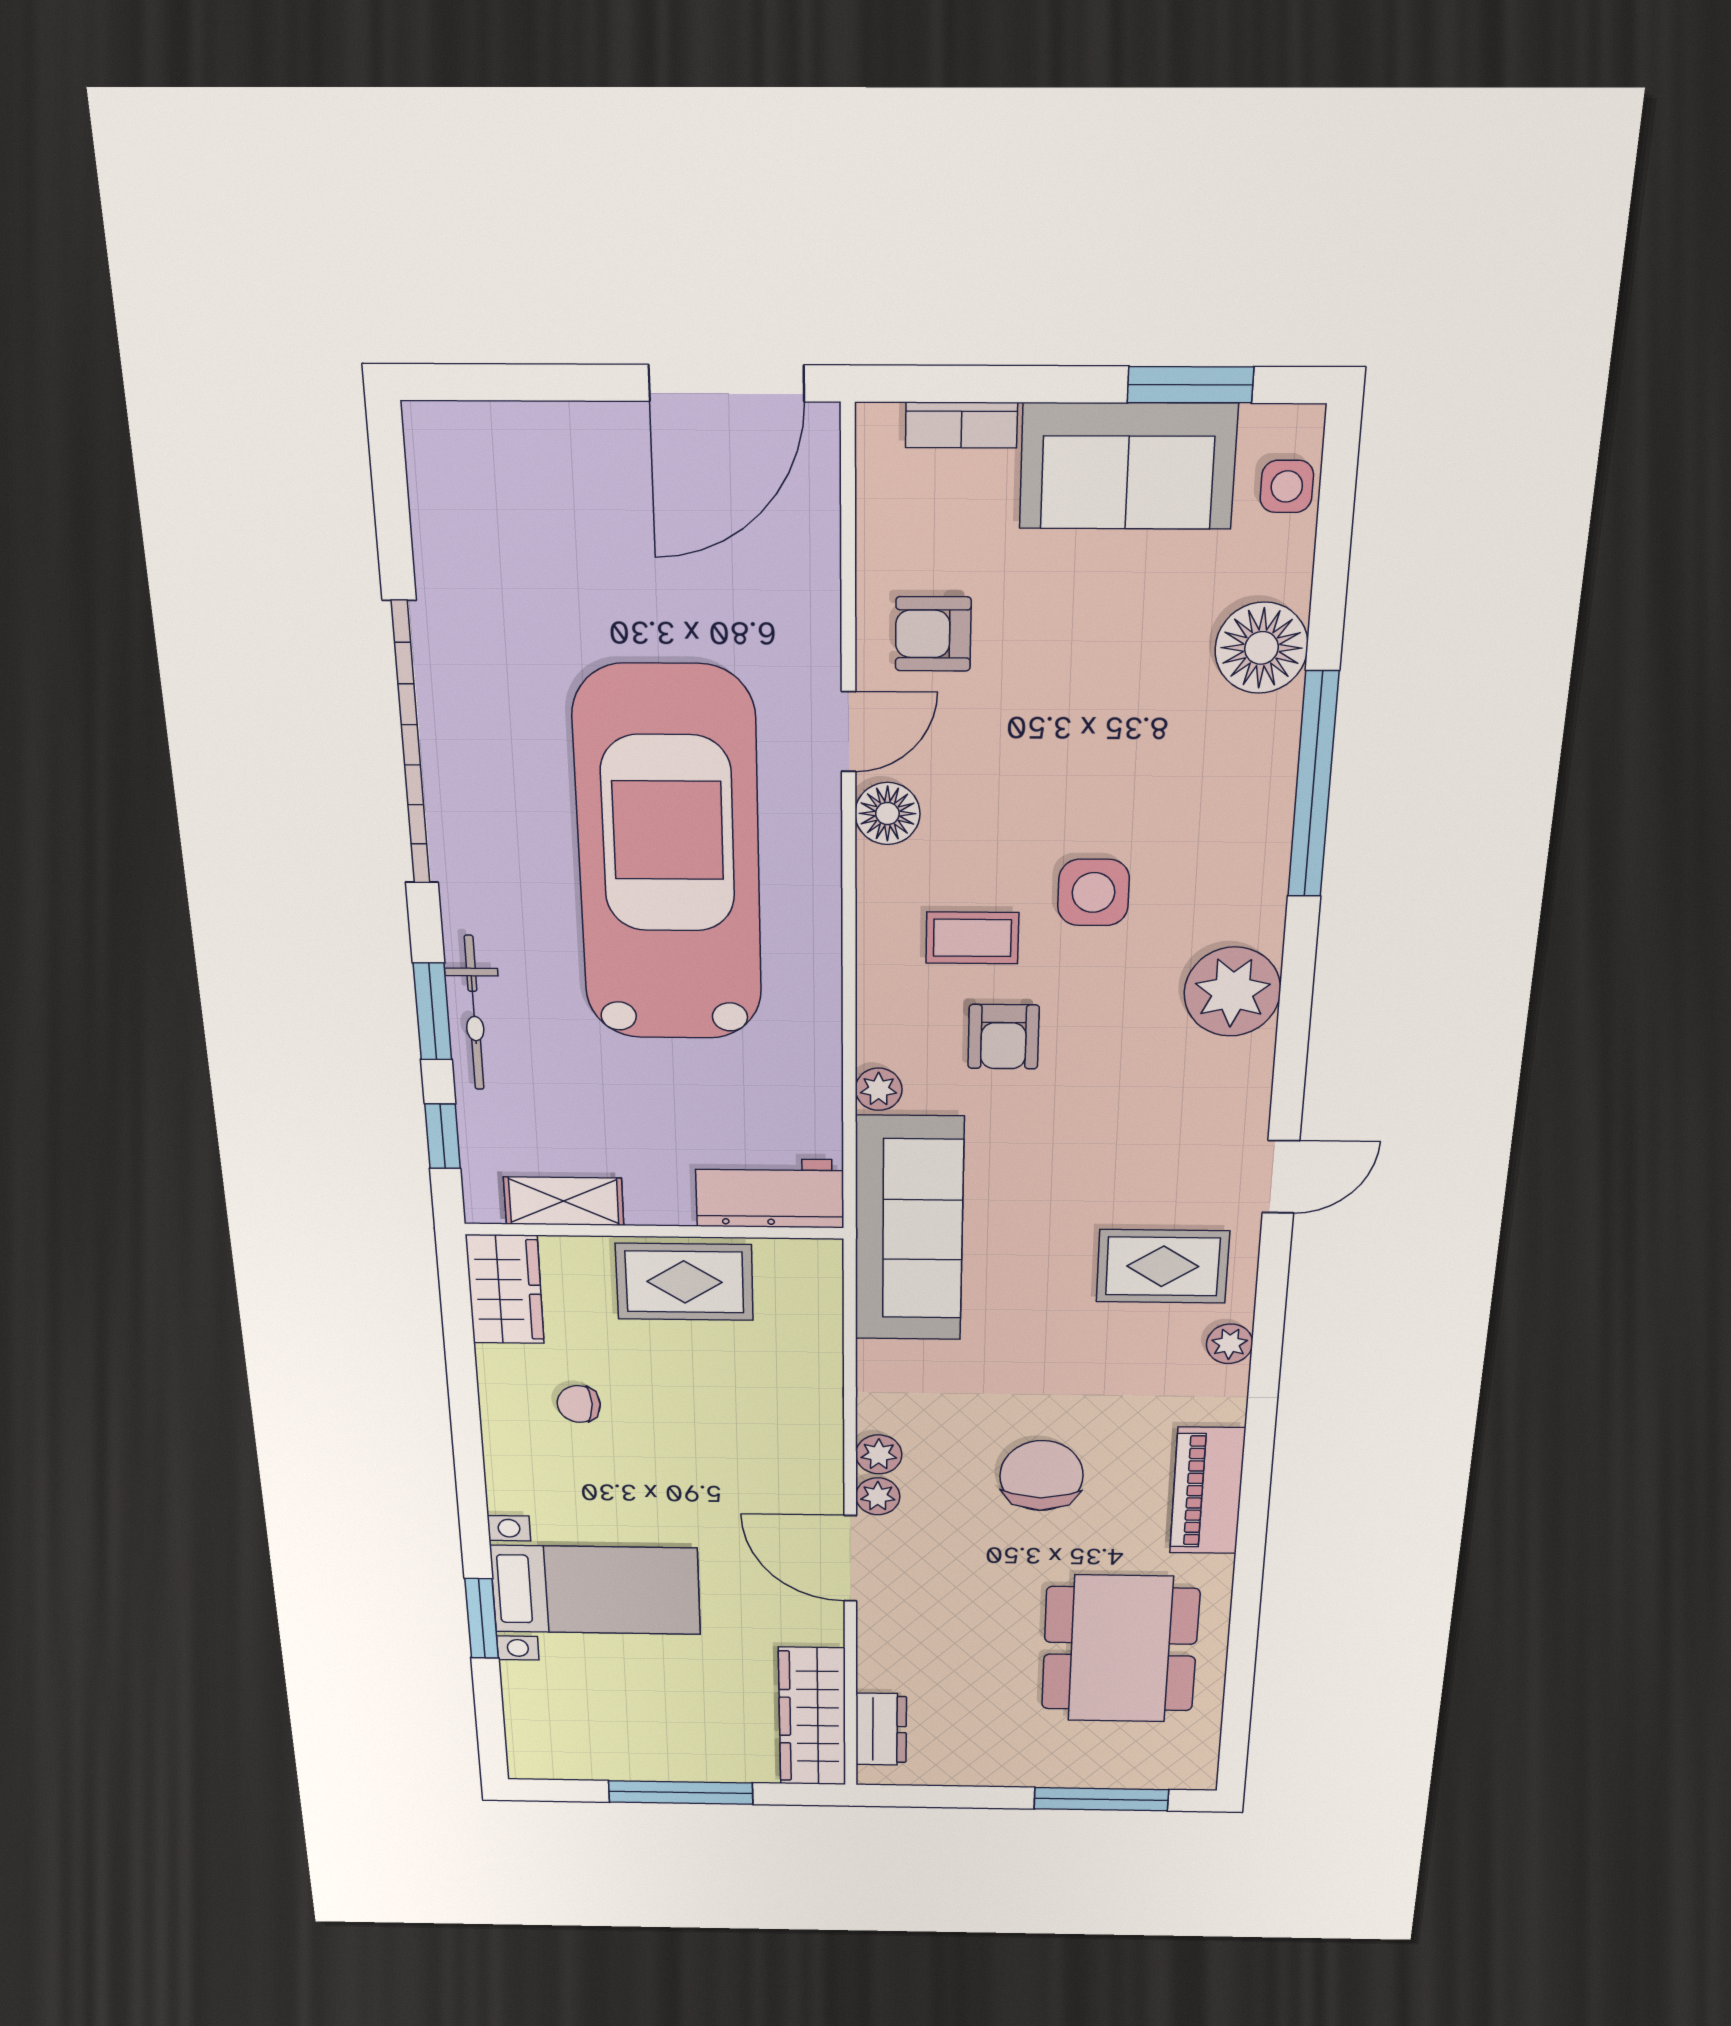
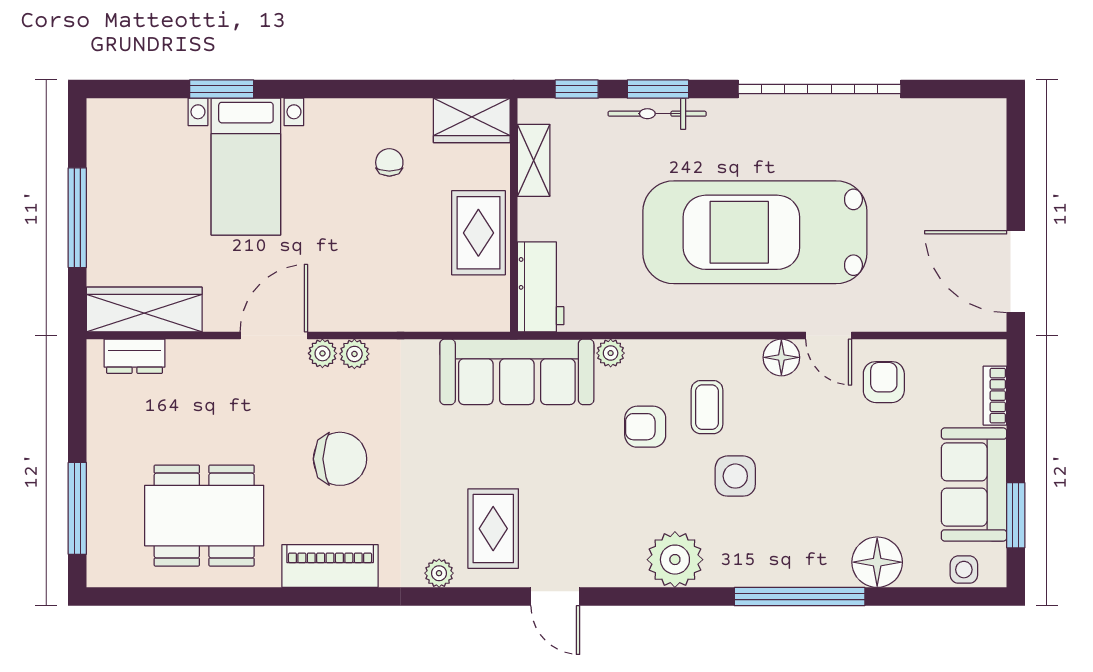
car: (669, 857) -> (755, 232), turned 180

